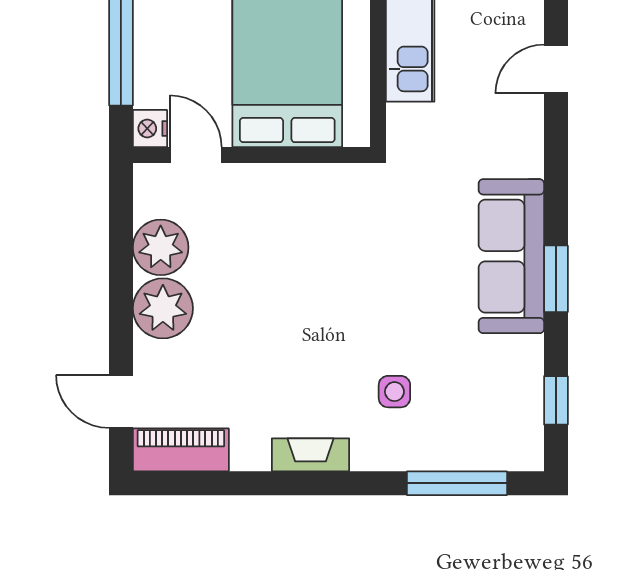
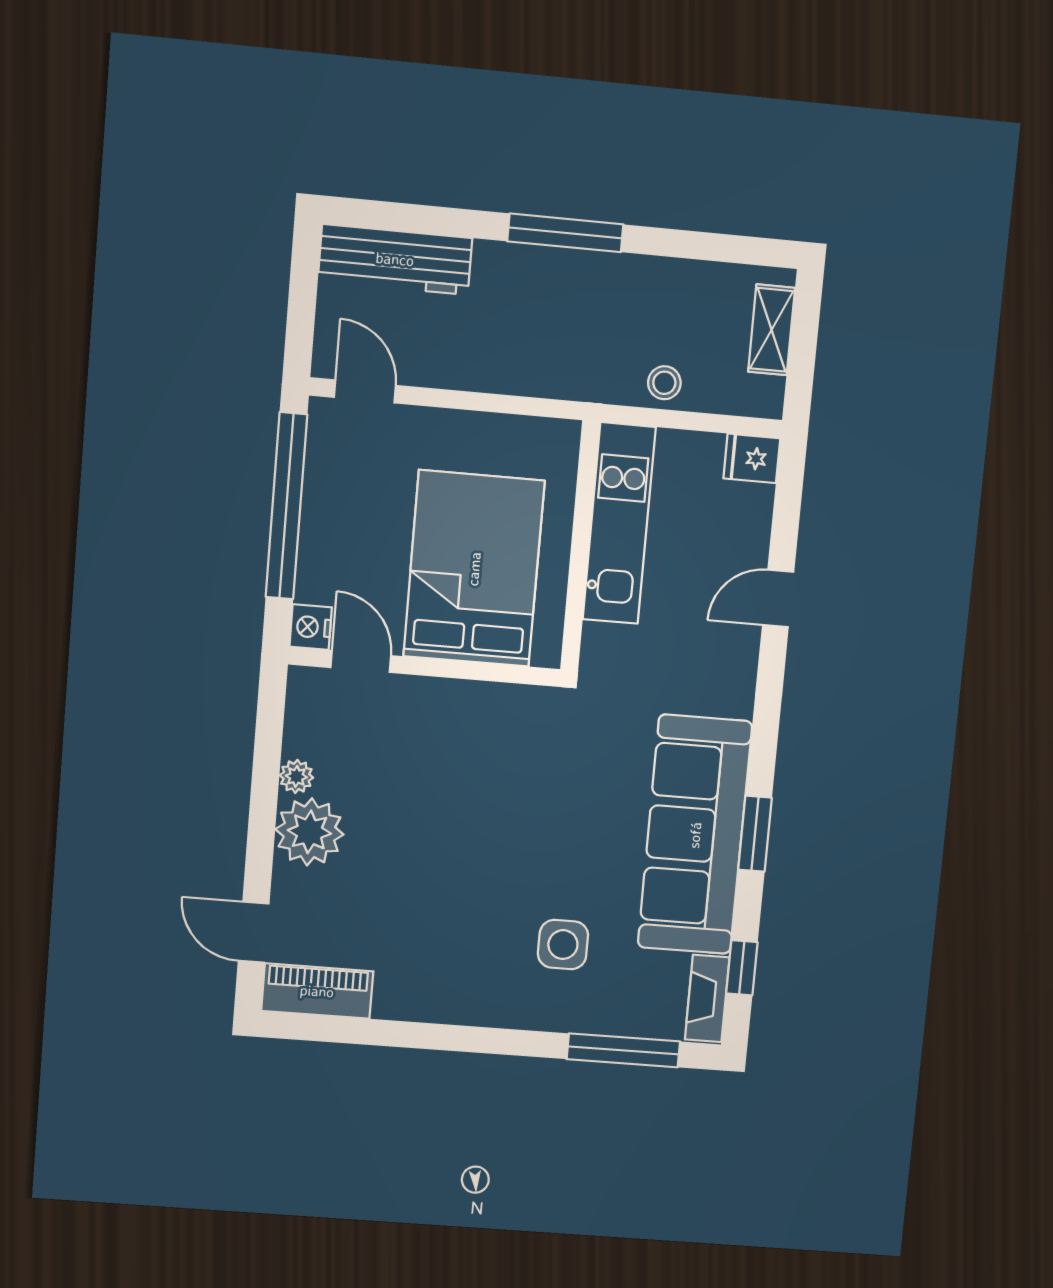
plant: (161, 247) -> (296, 776), width x0.53, depth x0.53
sofa: (511, 256) -> (695, 835), width x1.36, depth x1.27
side table: (394, 392) -> (563, 945), width x1.37, depth x1.37
fireplace: (310, 455) -> (707, 998), moved, turned -90

